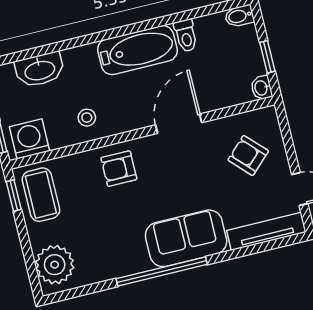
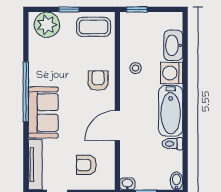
door: (179, 124) -> (117, 126), swing flipped
washing machine: (29, 139) -> (172, 73), moved, turned 180
armchair: (248, 155) -> (86, 165), turned -136
window: (14, 196) -> (69, 9), moved

